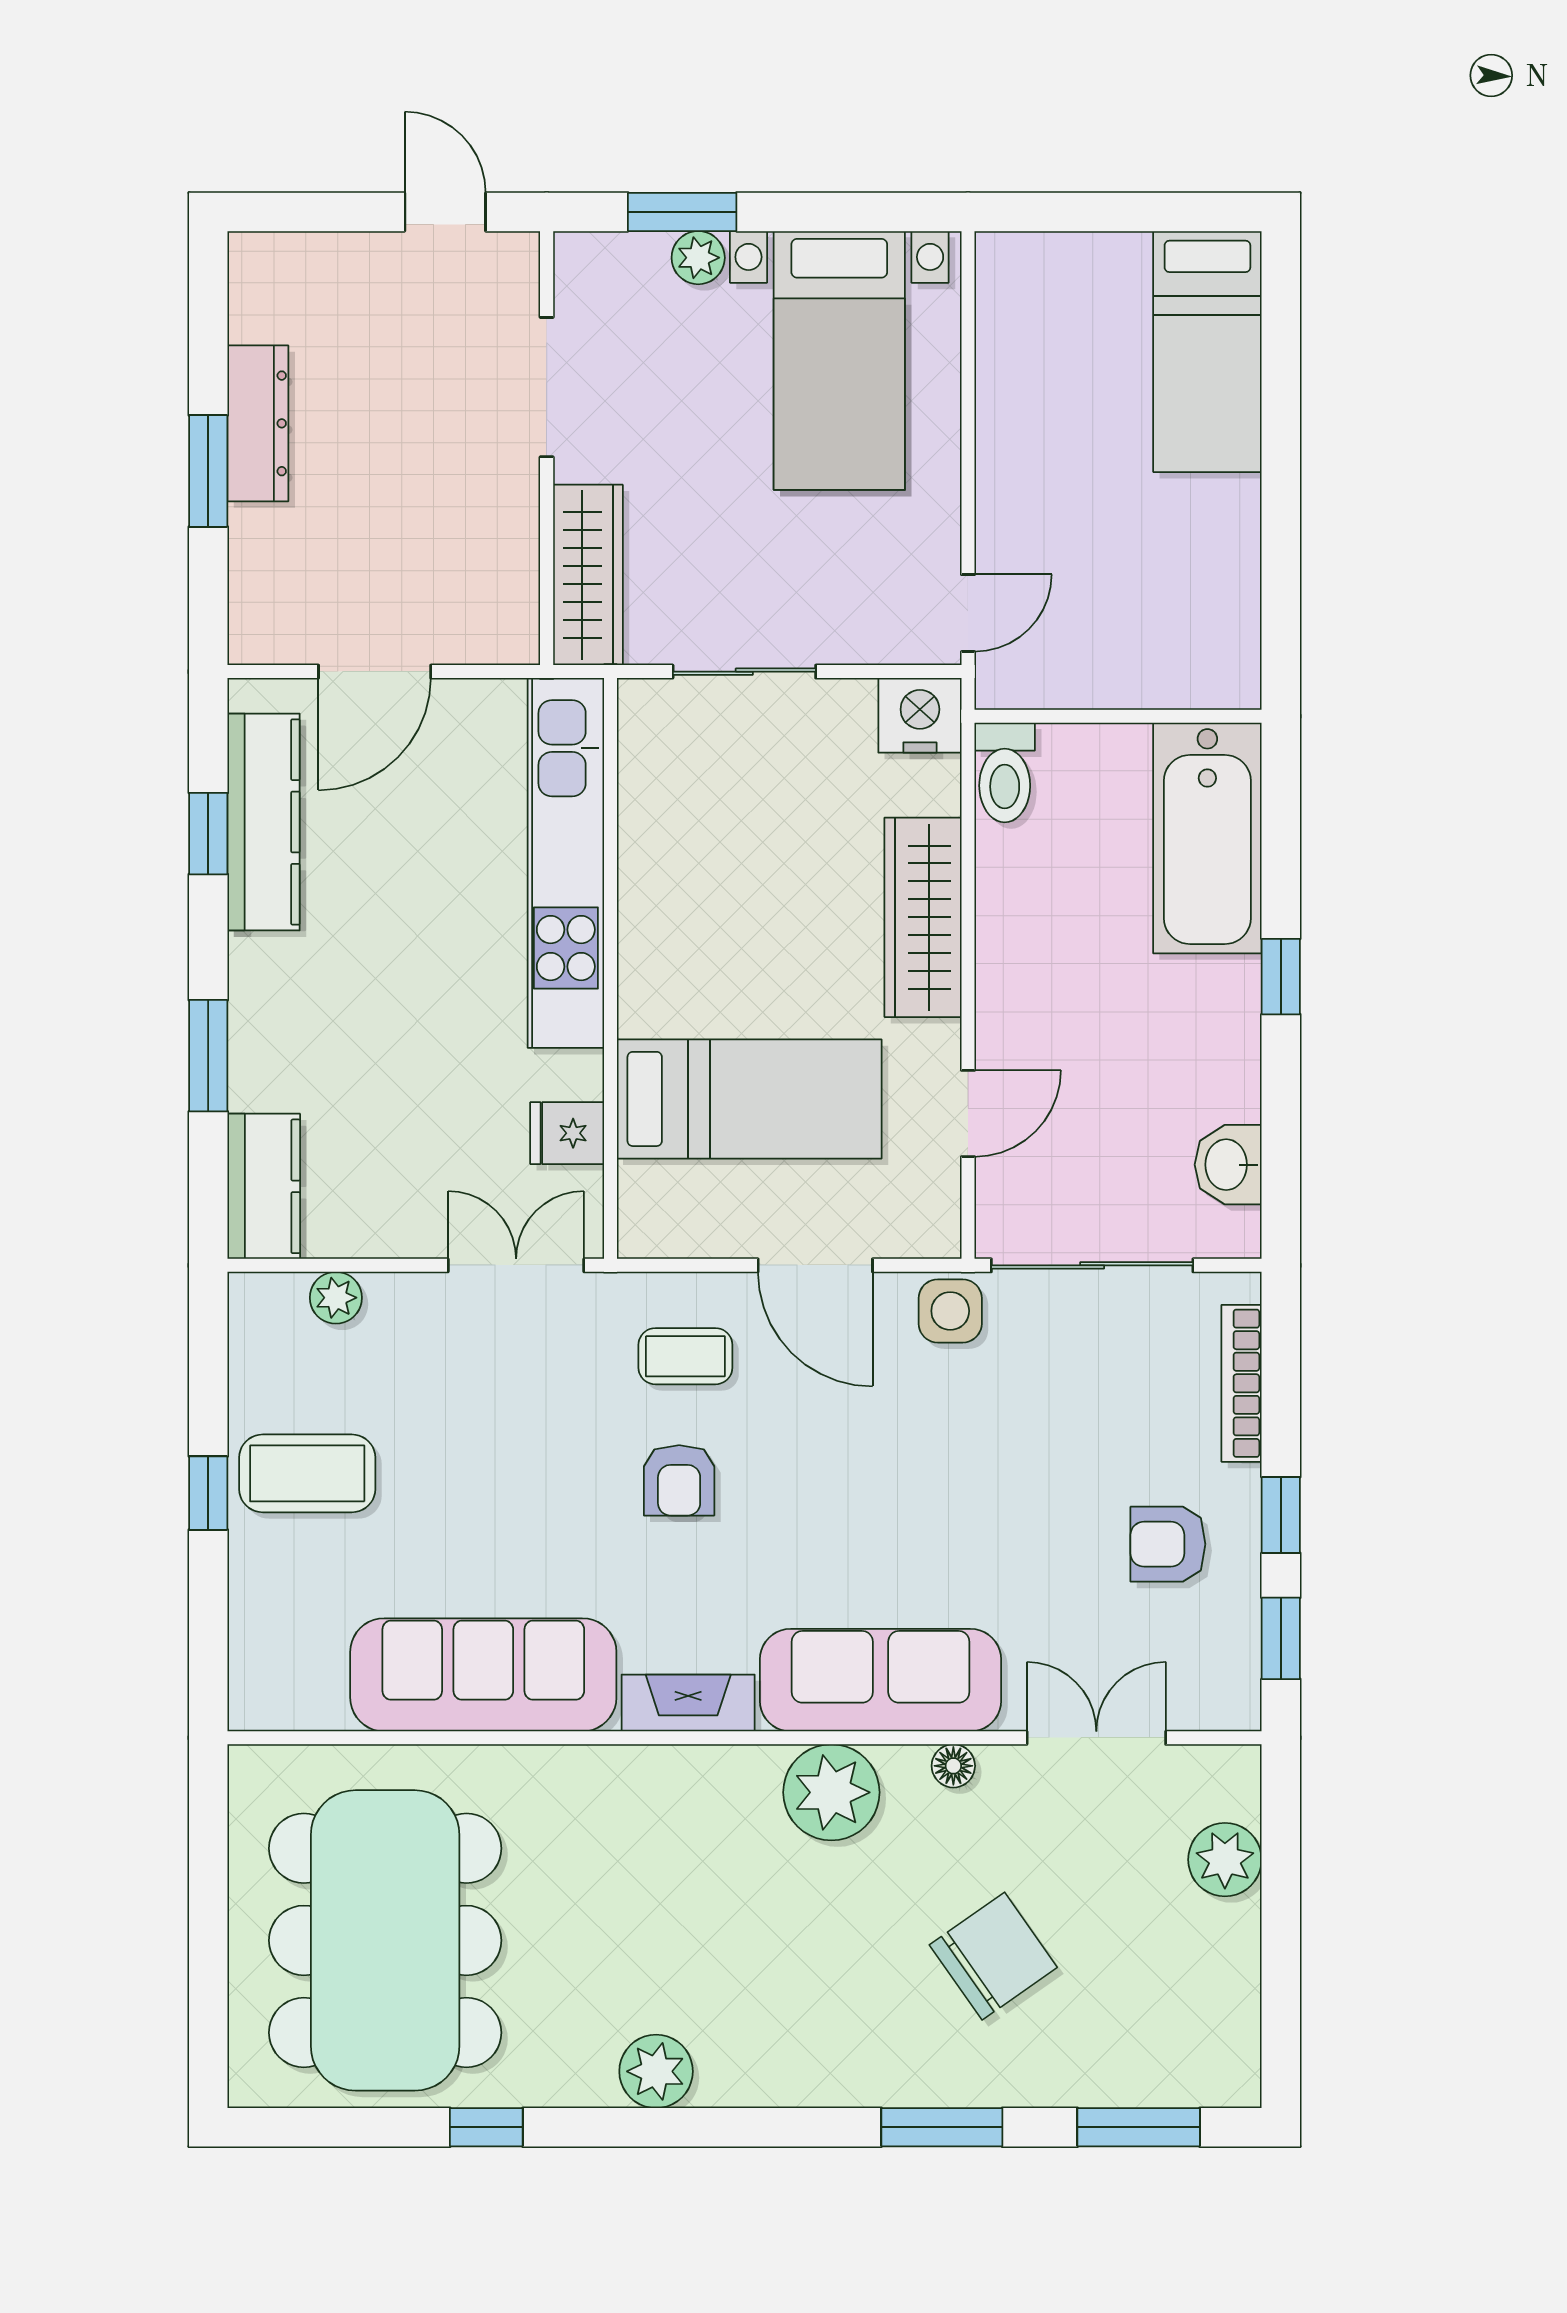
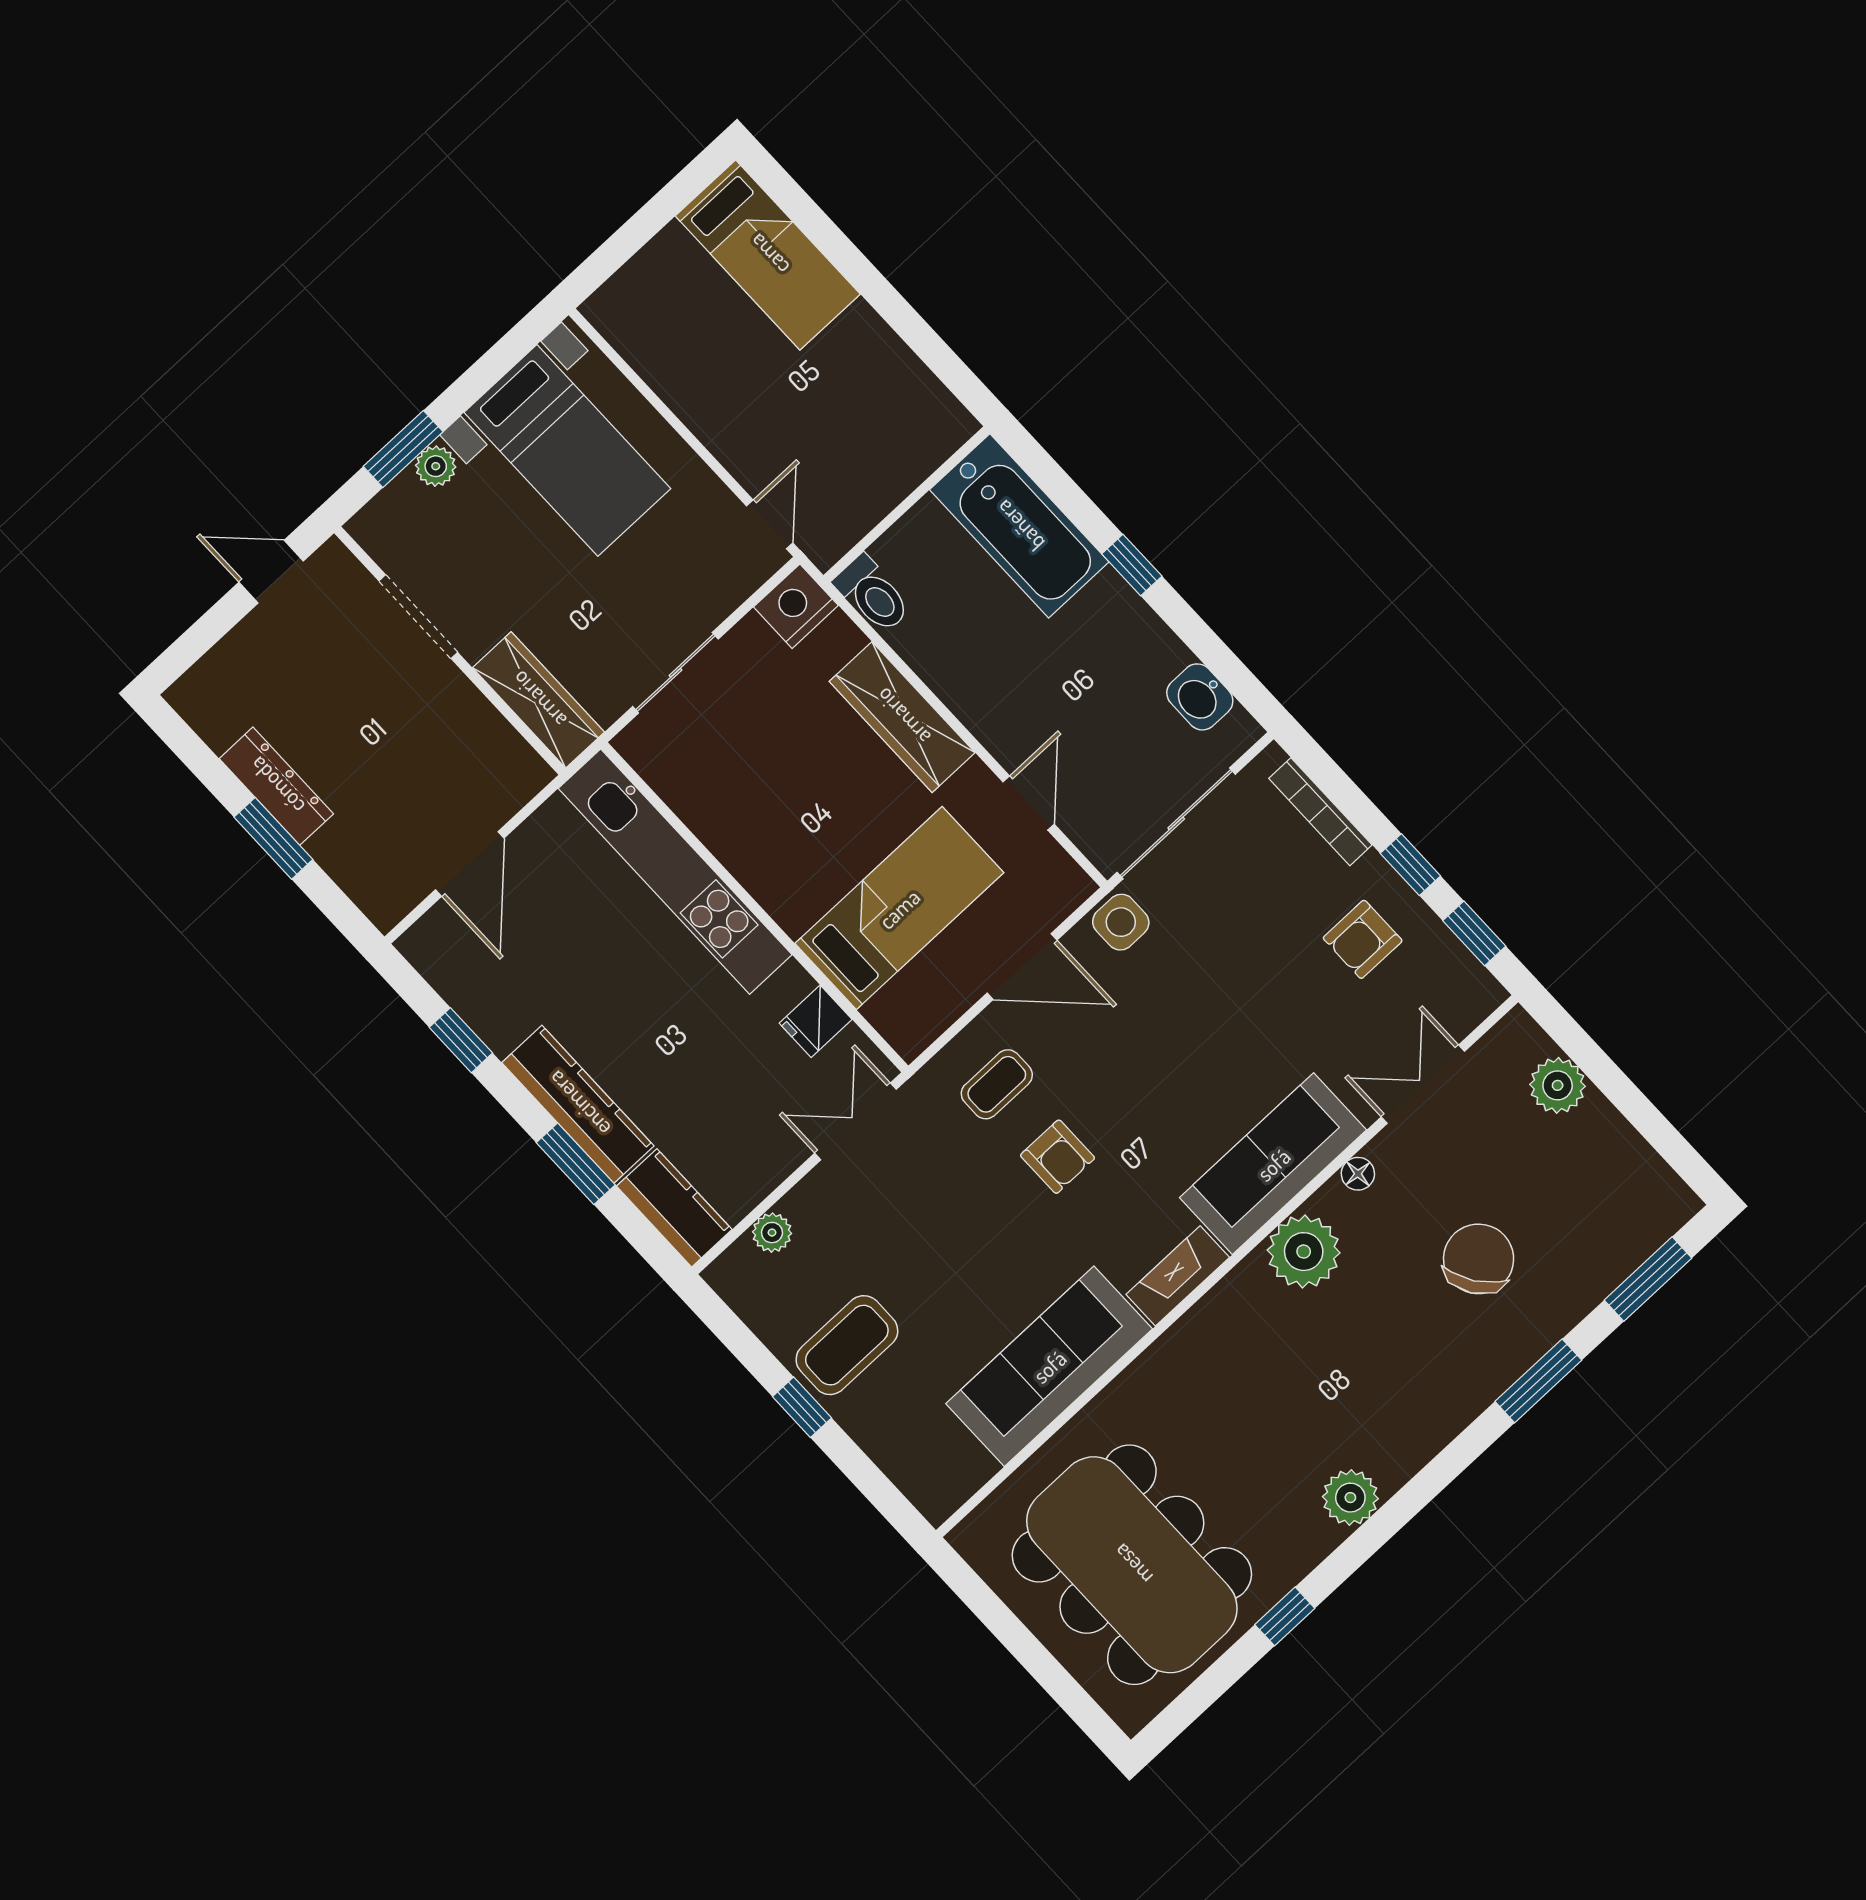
kitchen counter: (264, 822) -> (578, 1104), moved

